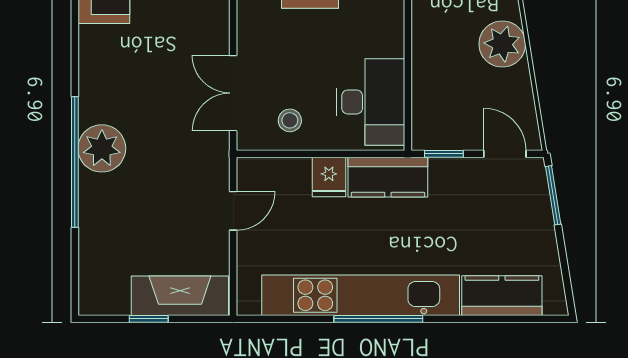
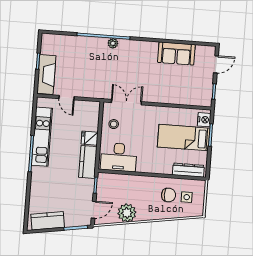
plant: (502, 44) -> (127, 213), moved
plant: (102, 148) -> (113, 43), width x0.53, depth x0.53
door: (233, 211) -> (67, 98), moved
kitchen unit: (361, 295) -> (42, 137), width x0.73
kitchen counter: (502, 296) -> (48, 221), moved, turned -99

